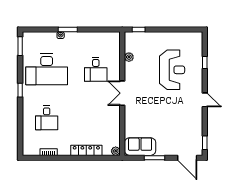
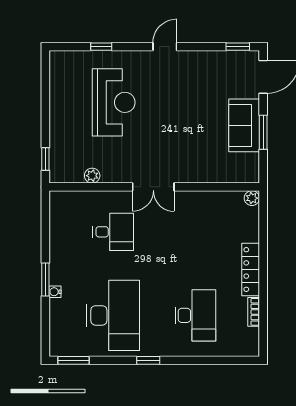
reception desk: (172, 70) -> (114, 102), turned 90
desk: (47, 118) -> (195, 315), width x1.37
sofa: (140, 147) -> (244, 125), moved
locker: (86, 150) -> (251, 270), moved

